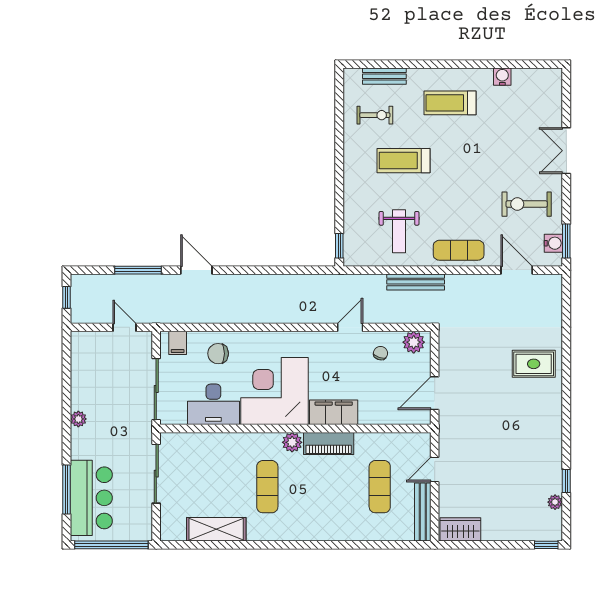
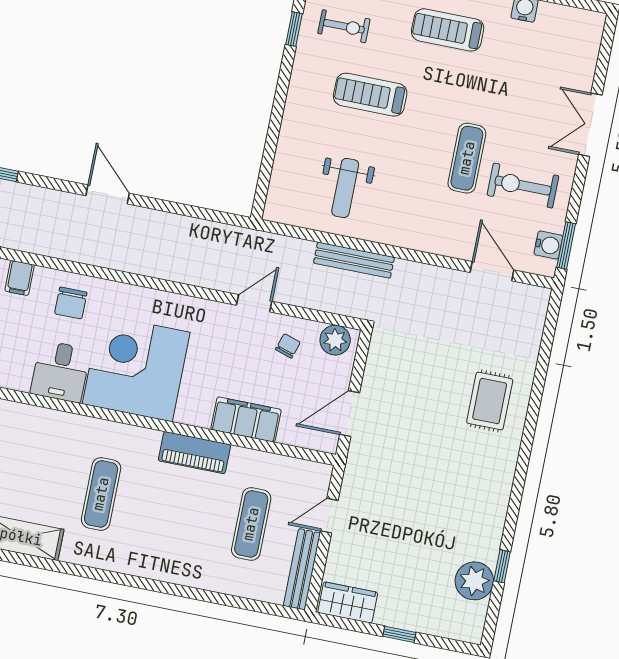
window: (339, 246) -> (294, 29), moved
exercise mat: (459, 250) -> (467, 158), moved, turned 90
door: (196, 270) -> (108, 194), moved
chair: (218, 354) -> (71, 303), turned -90
rug: (534, 364) -> (490, 401), turned 90
desk: (213, 404) -> (60, 371), width x0.73
filing cabinet: (334, 412) -> (246, 420), moved
plant: (292, 442) -> (146, 441), removed
plant: (555, 502) -> (474, 581), width x1.87, depth x1.87
window: (546, 545) -> (399, 634), moved

